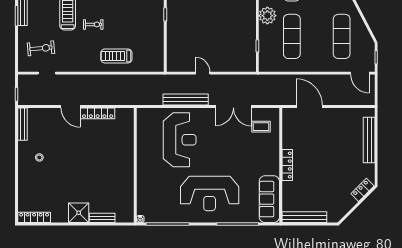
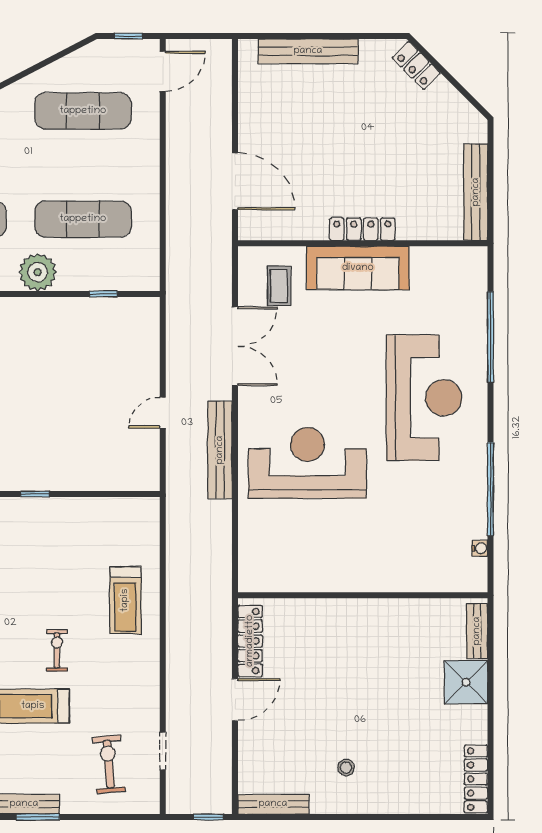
door: (309, 106) -> (235, 181), swing flipped
wall: (135, 165) -> (363, 595), moved
sofa: (269, 199) -> (358, 268), moved

